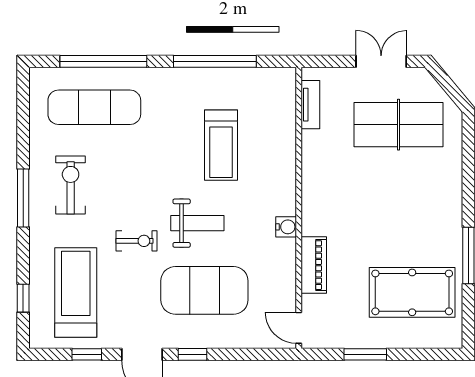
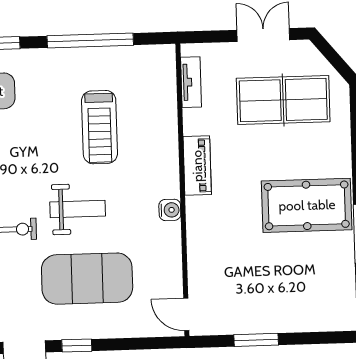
piano: (314, 265) -> (197, 166), moved
pool table: (412, 292) -> (307, 205), moved

